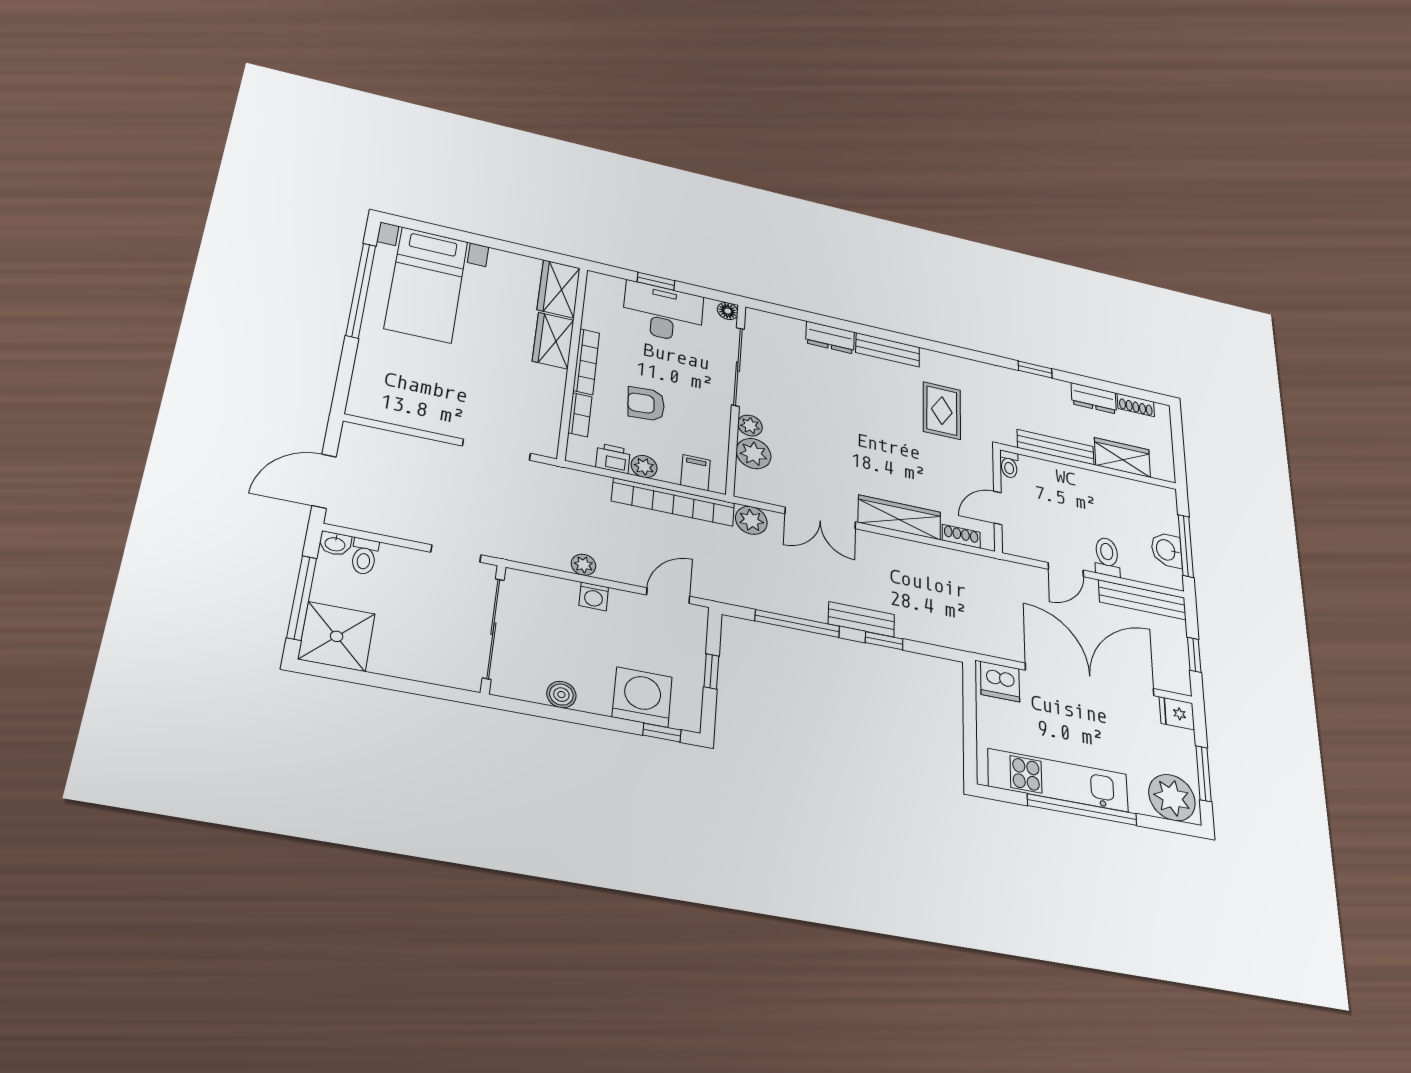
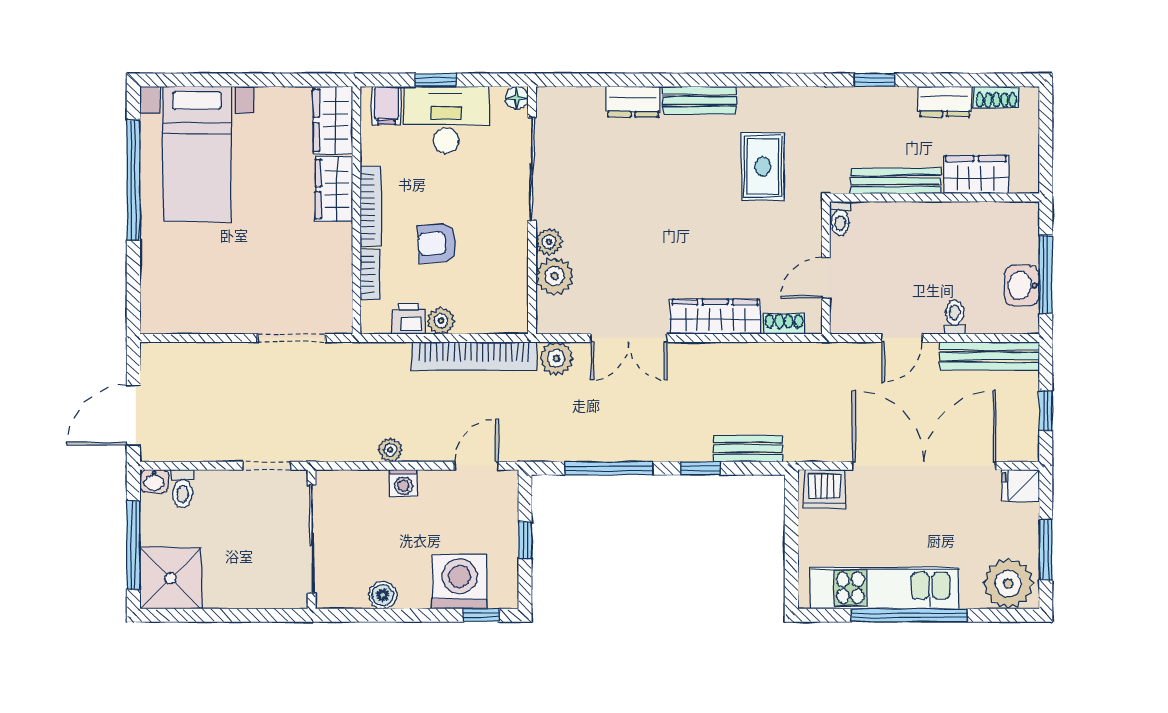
filing cabinet: (695, 473) -> (387, 105), moved, turned 180
toilet: (1107, 557) -> (955, 317), width x0.73, depth x0.72
bench: (861, 619) -> (748, 449), moved

